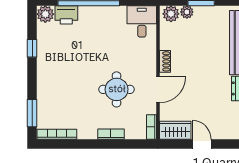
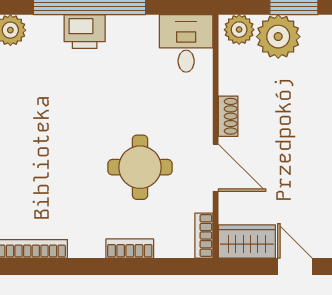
plant: (187, 12) -> (278, 37), width x1.88, depth x1.88
printer: (66, 15) -> (85, 32), moved
door: (158, 90) -> (216, 168), hinge flipped

